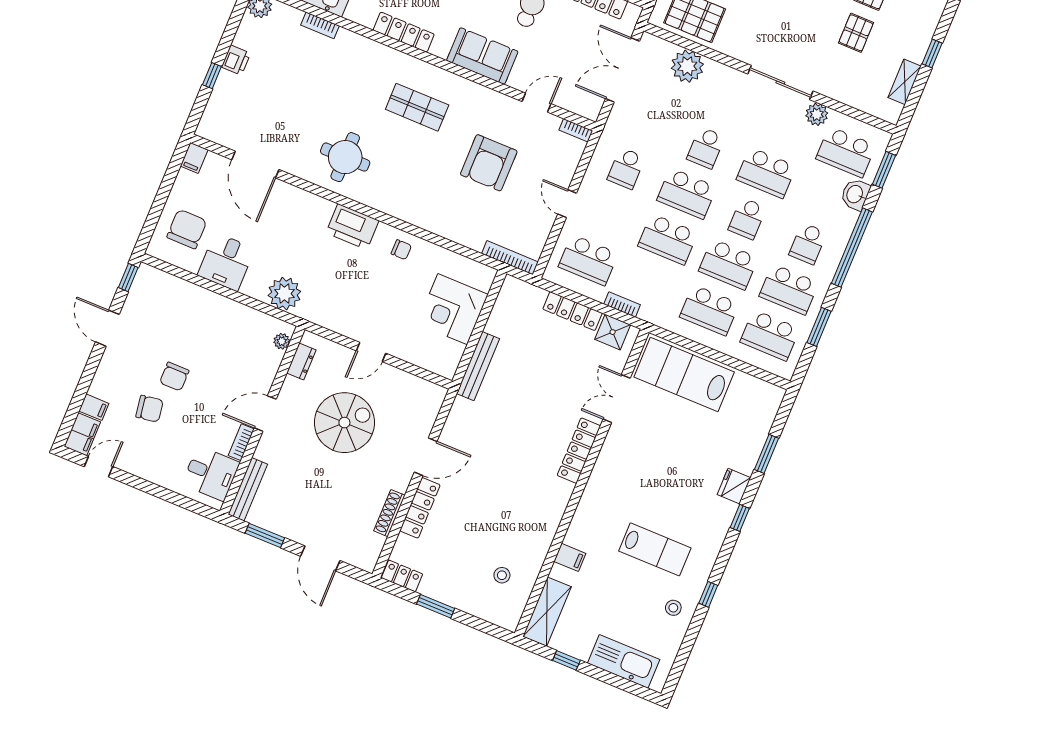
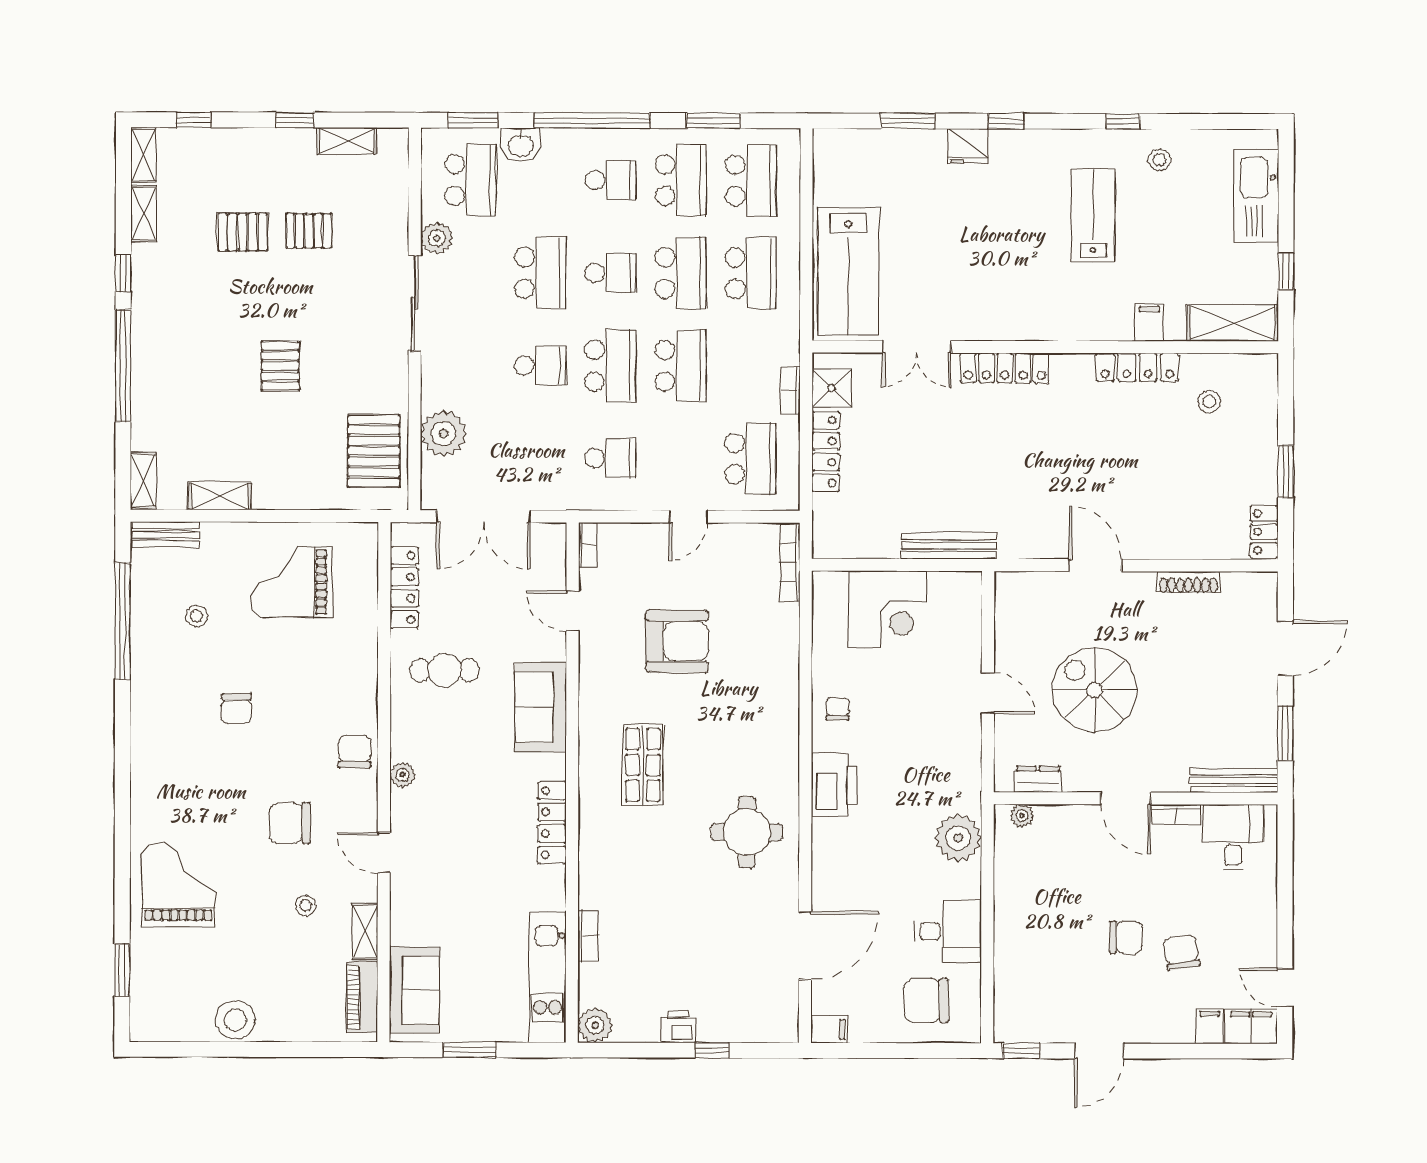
locker: (420, 508) -> (1137, 367), moved, turned 180

